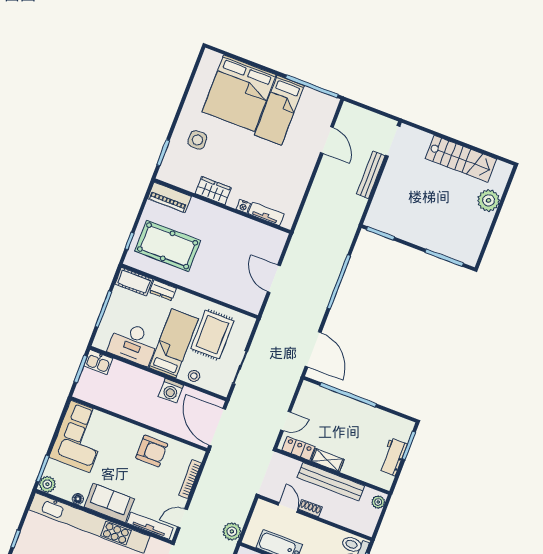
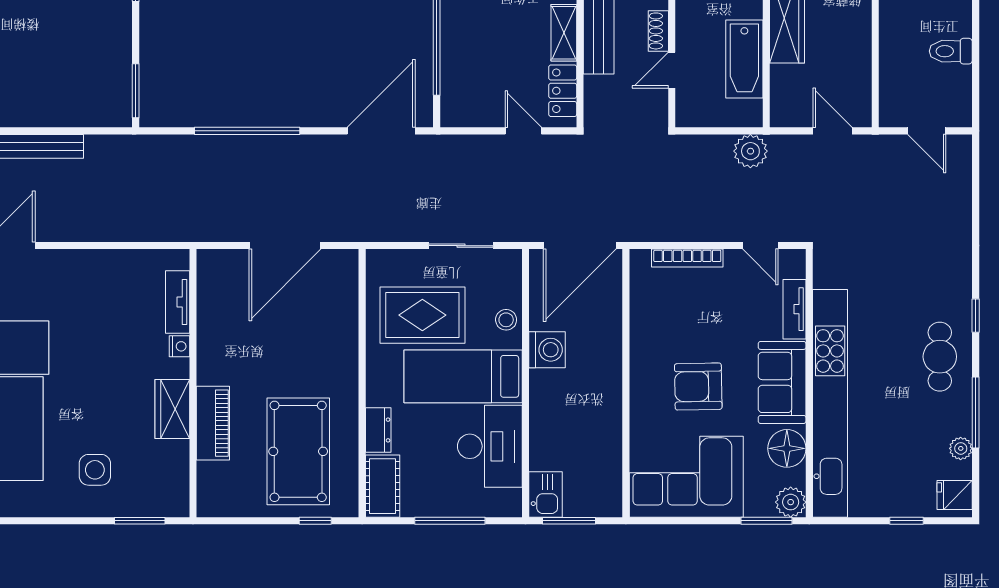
piano: (169, 197) -> (213, 423), moved
door: (274, 279) -> (285, 246), width x1.36
armchair: (152, 451) -> (698, 387), moved, turned -91
floor lamp: (78, 499) -> (787, 448), width x1.89, depth x1.89
tv unit: (150, 526) -> (794, 309), width x0.71

